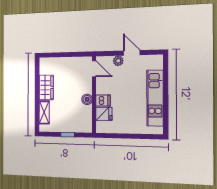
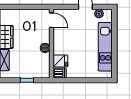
plant: (118, 61) -> (99, 14), moved
dishwasher: (103, 101) -> (60, 73), moved

